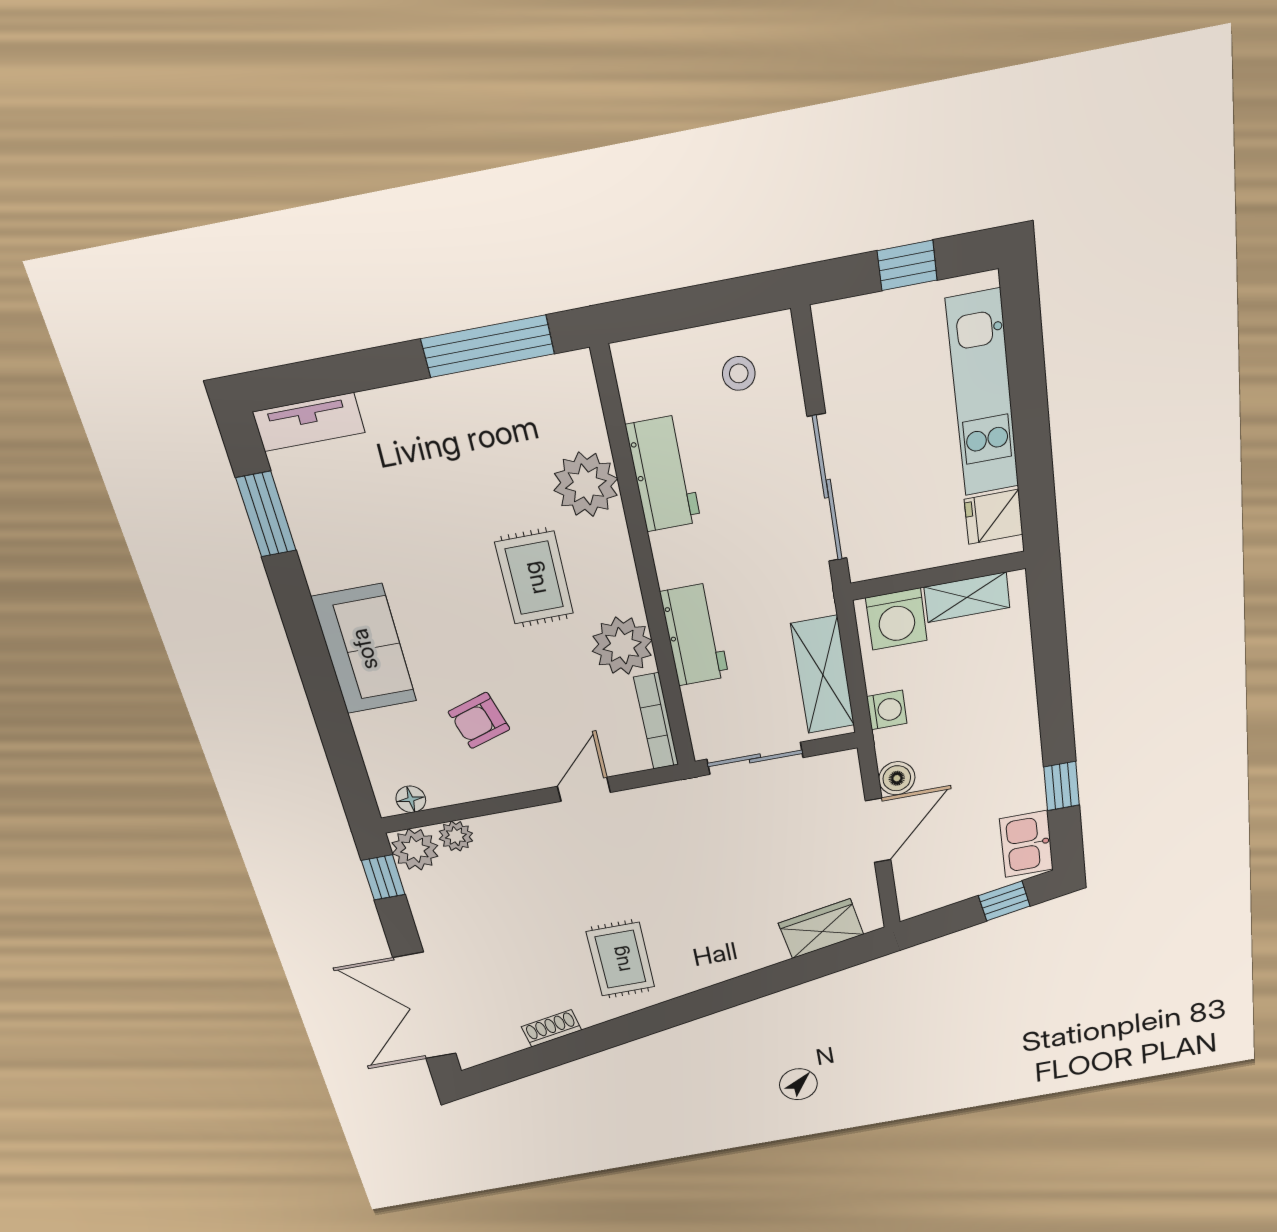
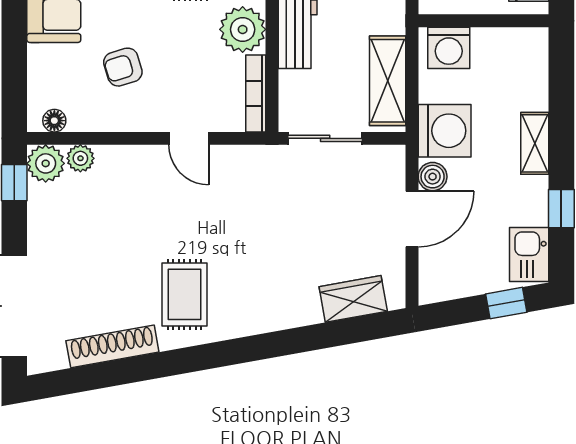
shelving: (967, 597) -> (535, 143), moved, turned 90
washing machine: (887, 710) -> (445, 131), width x1.89, depth x1.89
door: (584, 789) -> (189, 138), swing flipped
shoe rack: (552, 1028) -> (112, 346), width x1.94, depth x1.24

